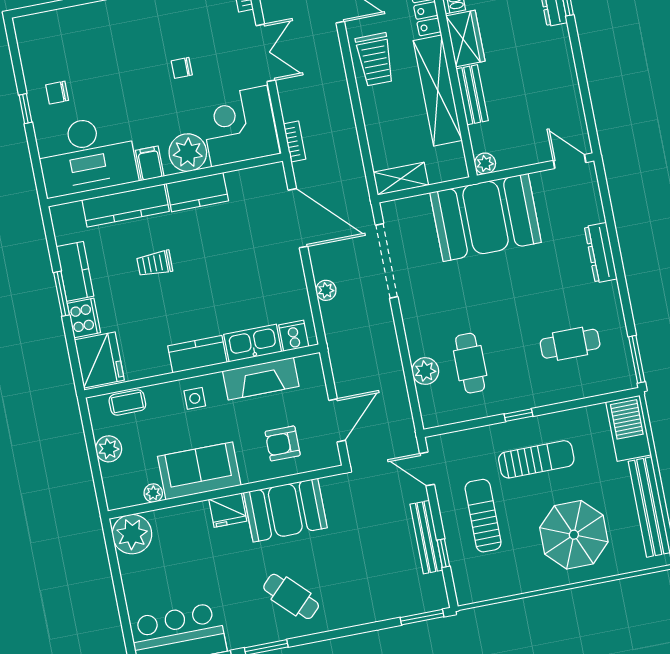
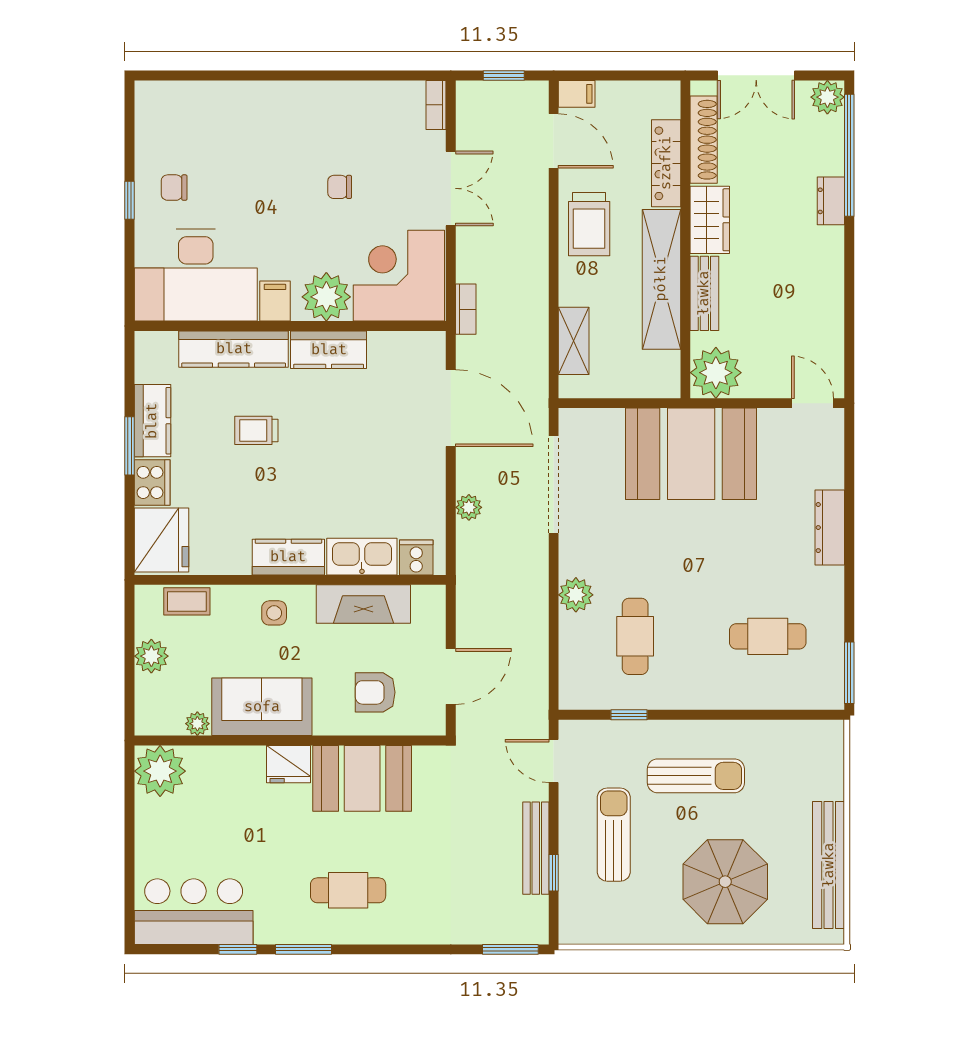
plant: (485, 164) -> (716, 373), width x1.88, depth x1.88
shelving: (401, 179) -> (574, 341), moved, turned 90
plant: (425, 371) -> (576, 595), moved
window: (519, 415) -> (629, 715), moved
barbecue: (629, 428) -> (822, 759), removed
cafe table: (291, 596) -> (348, 890), turned -45

